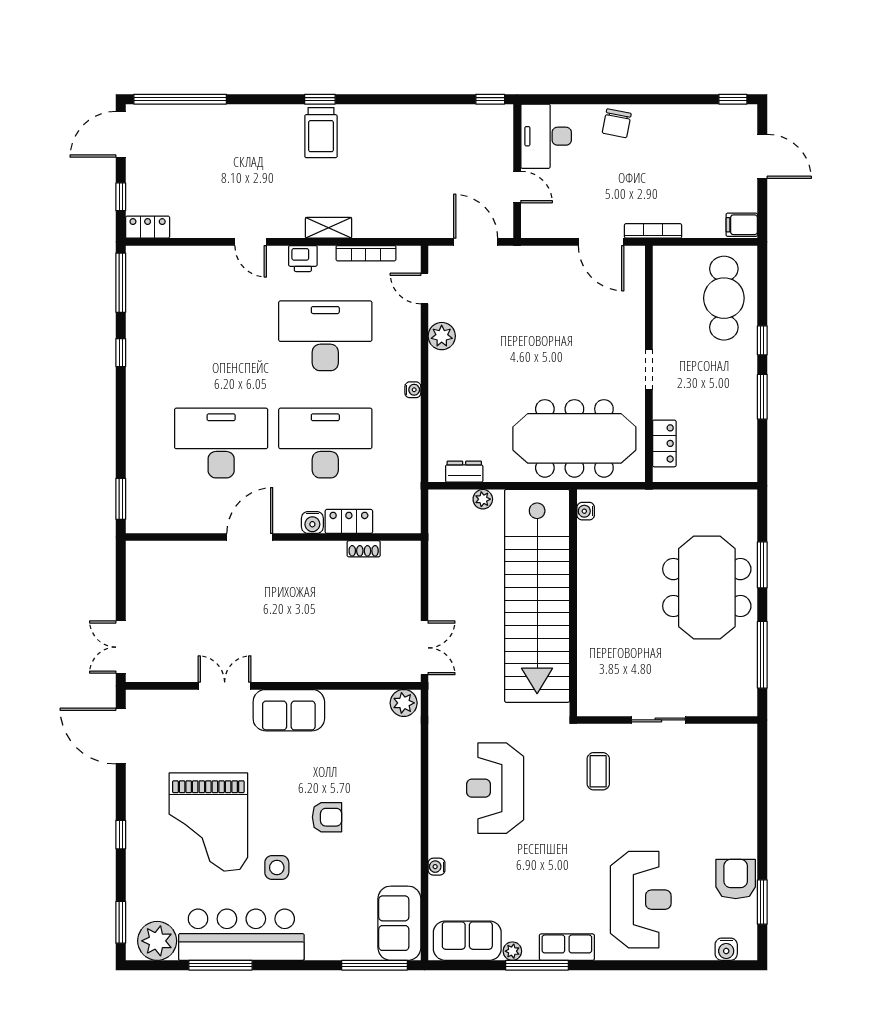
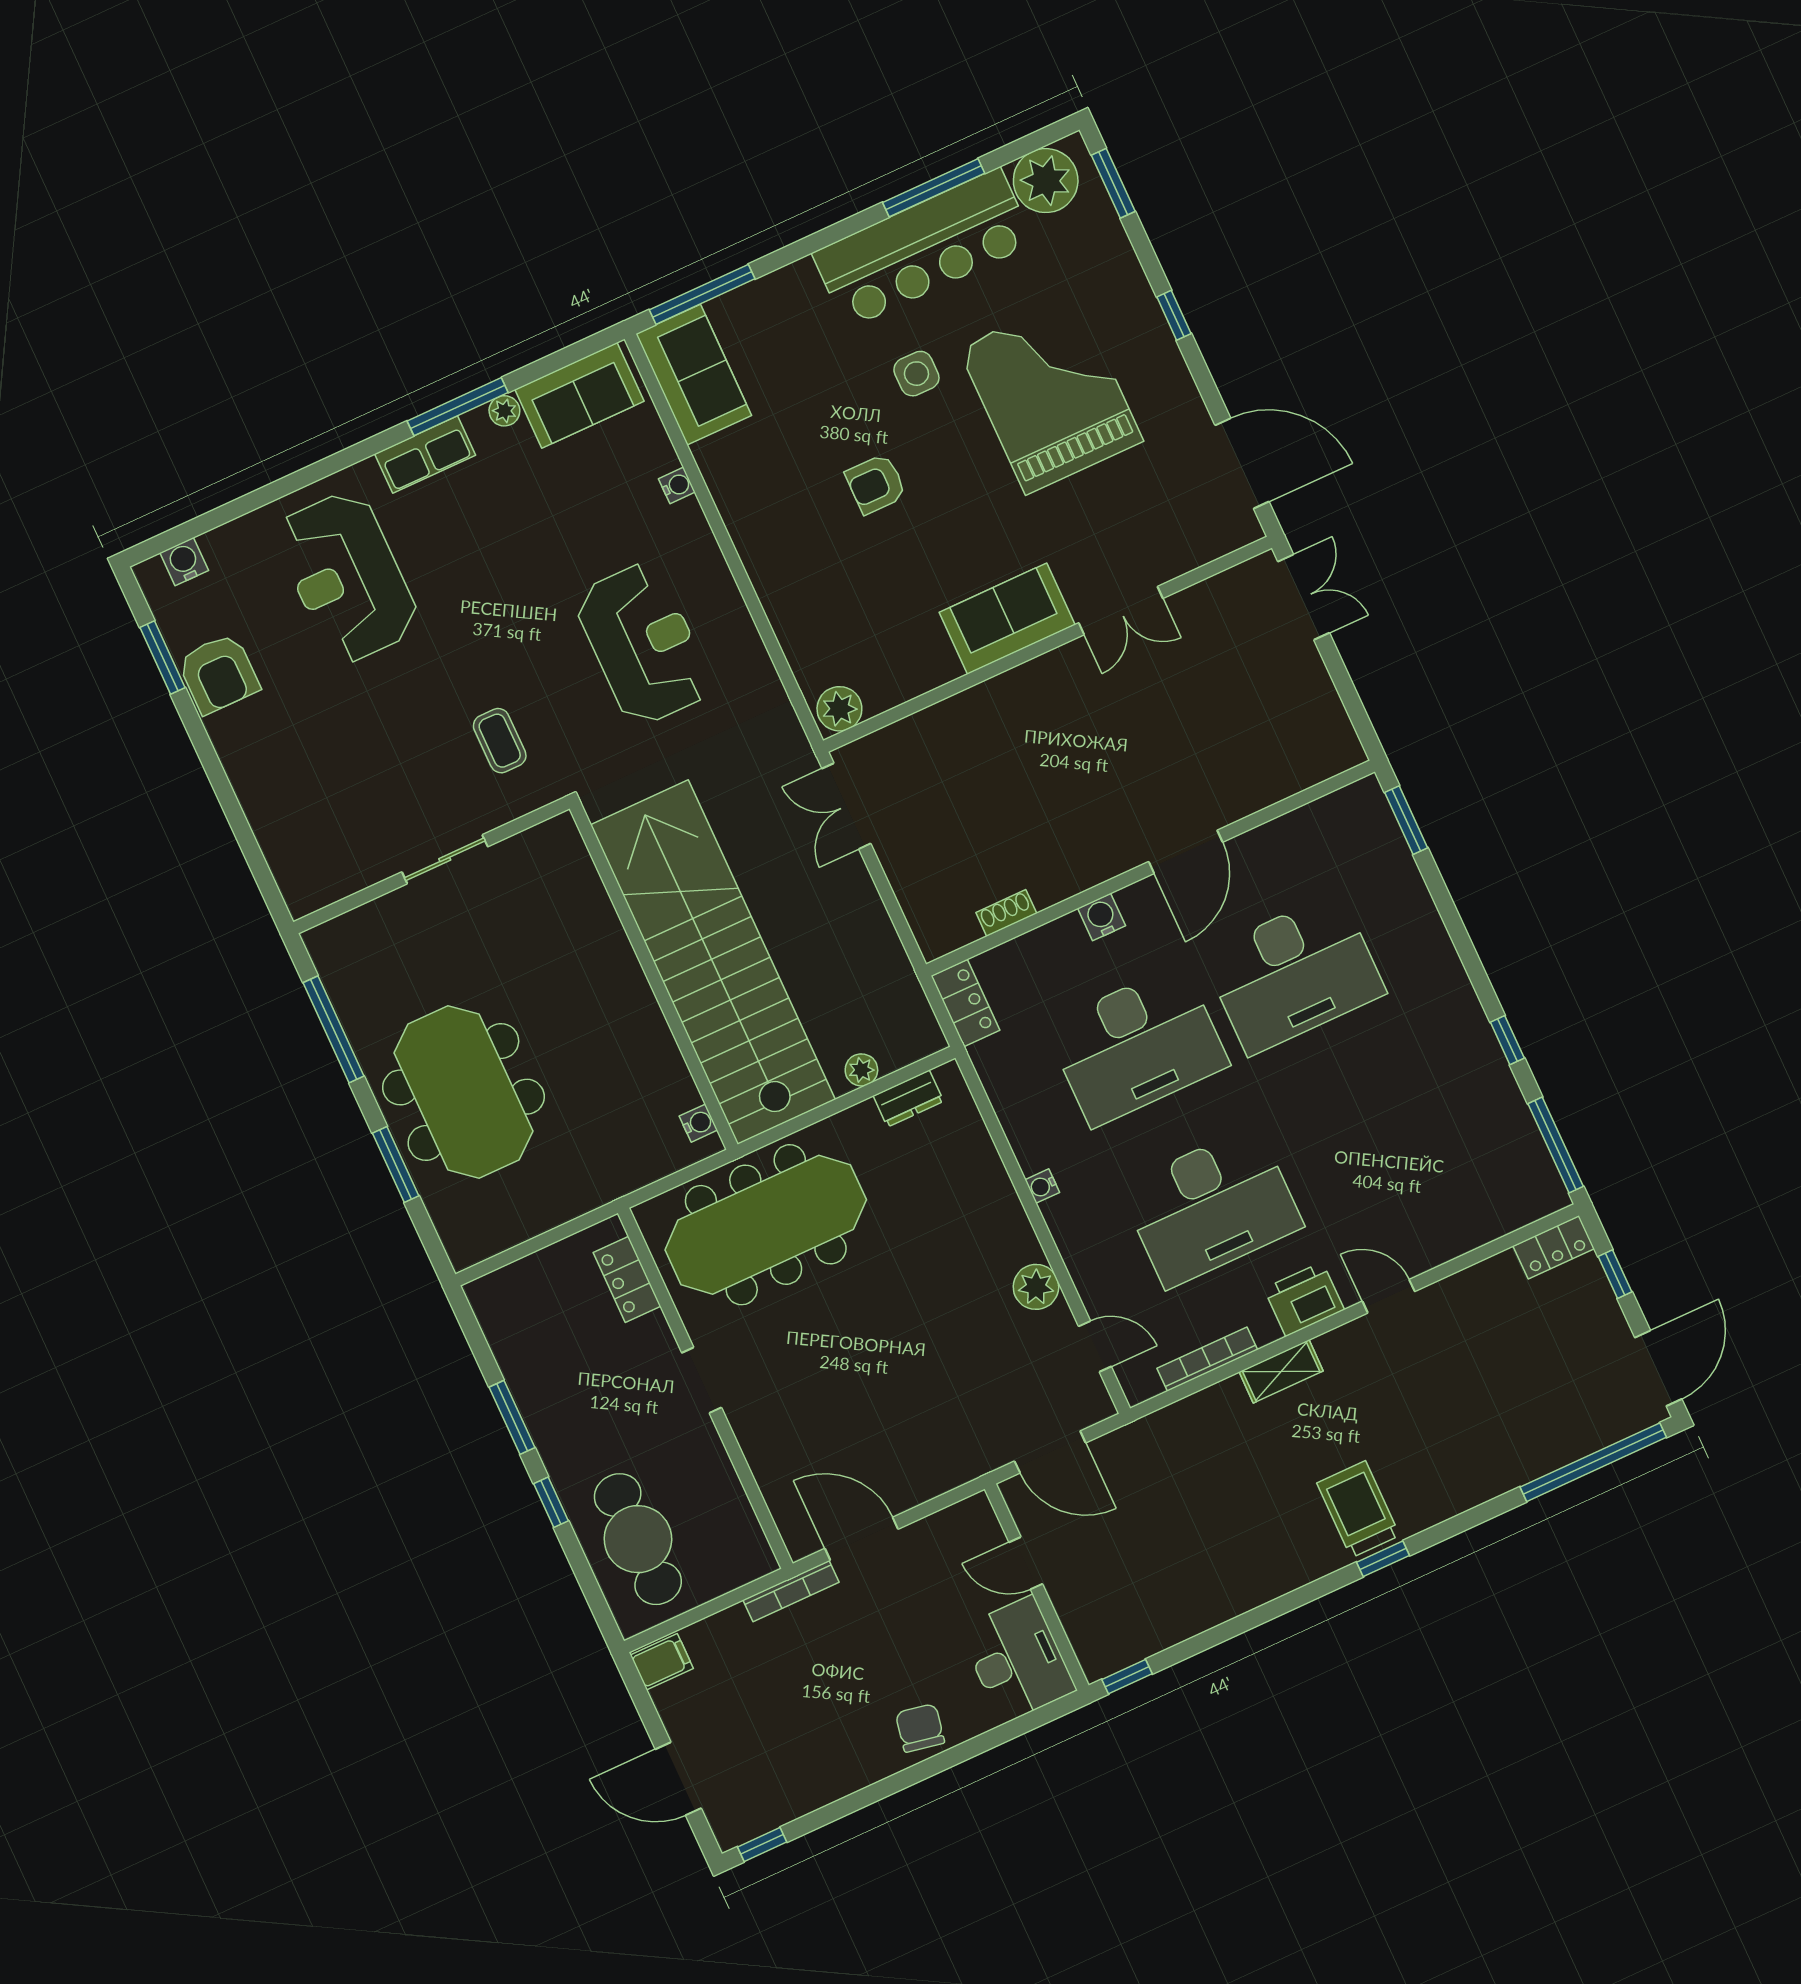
printer: (303, 259) -> (1304, 1299), width x1.36, depth x1.24
locker: (349, 521) -> (965, 1003), moved, turned -90

